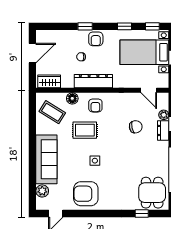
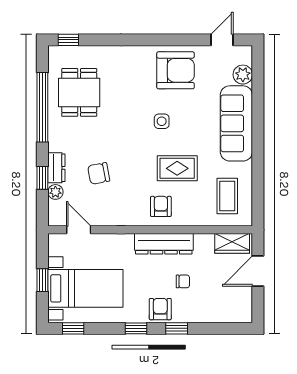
window: (125, 26) -> (136, 328), moved
door: (32, 53) -> (258, 271), moved
floor lamp: (72, 98) -> (196, 217), removed
coffee table: (52, 112) -> (227, 196), turned 58
dining table: (152, 193) -> (79, 92), moved
window: (142, 213) -> (68, 40), moved

